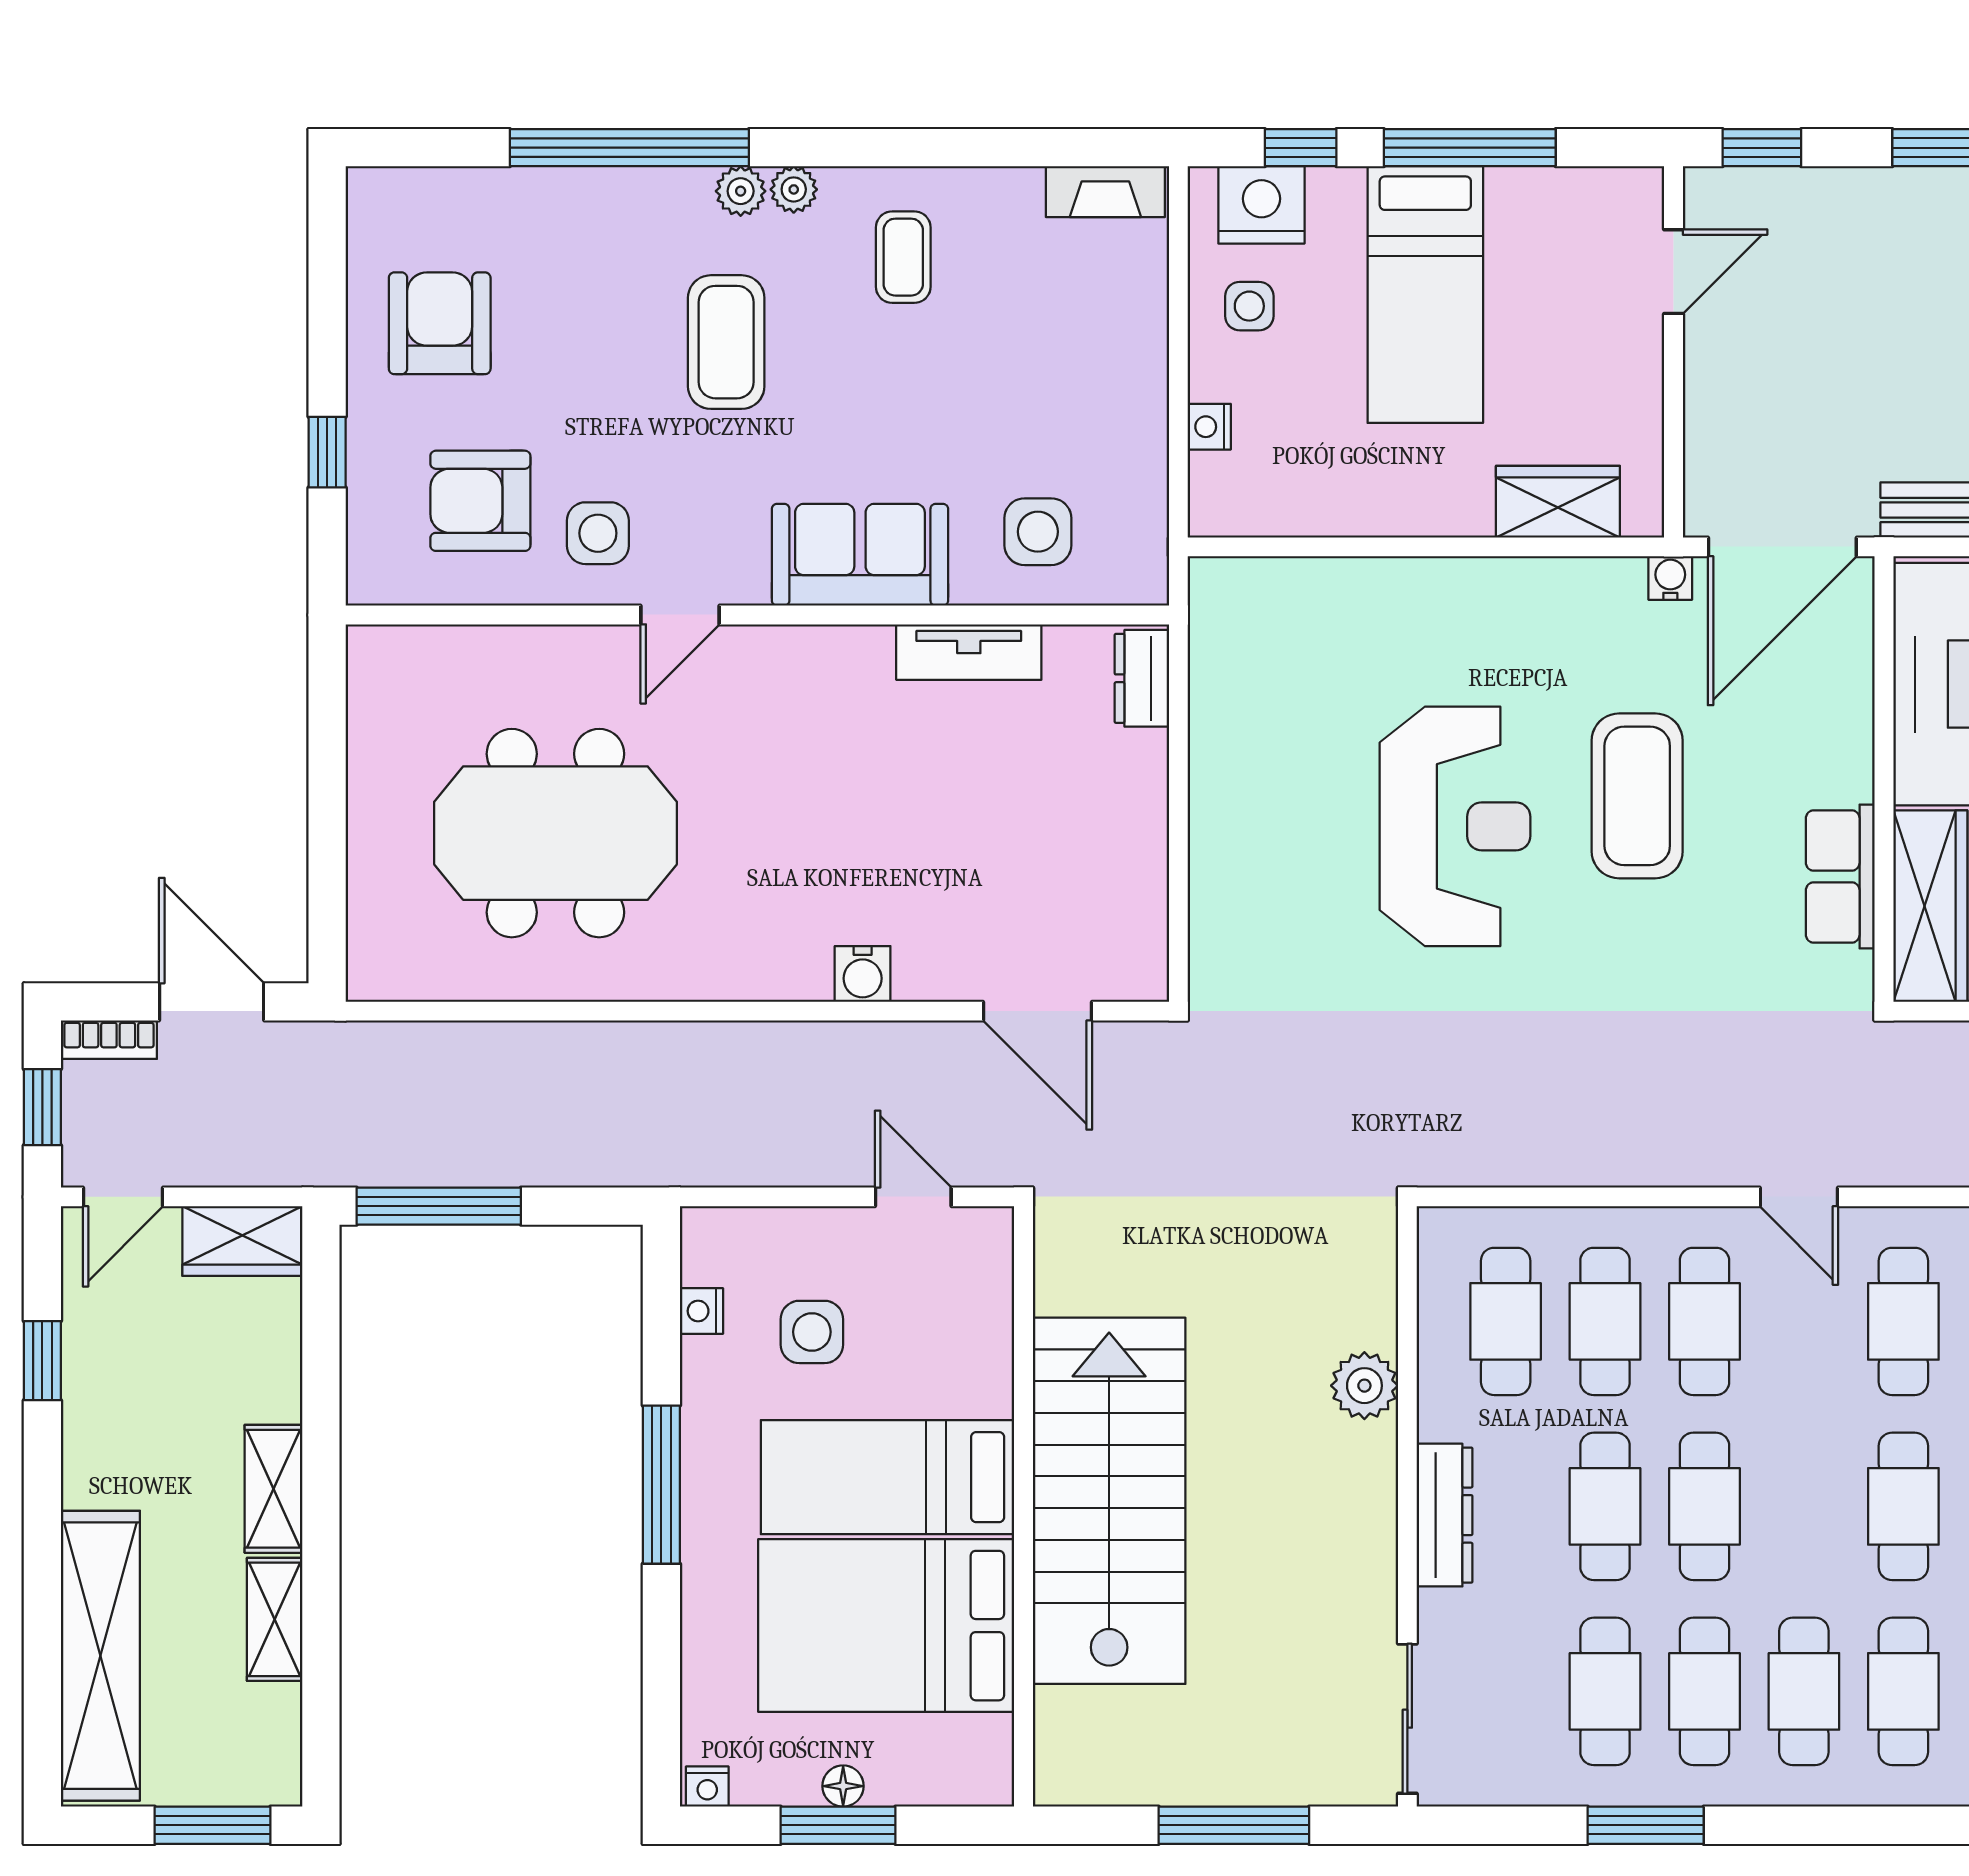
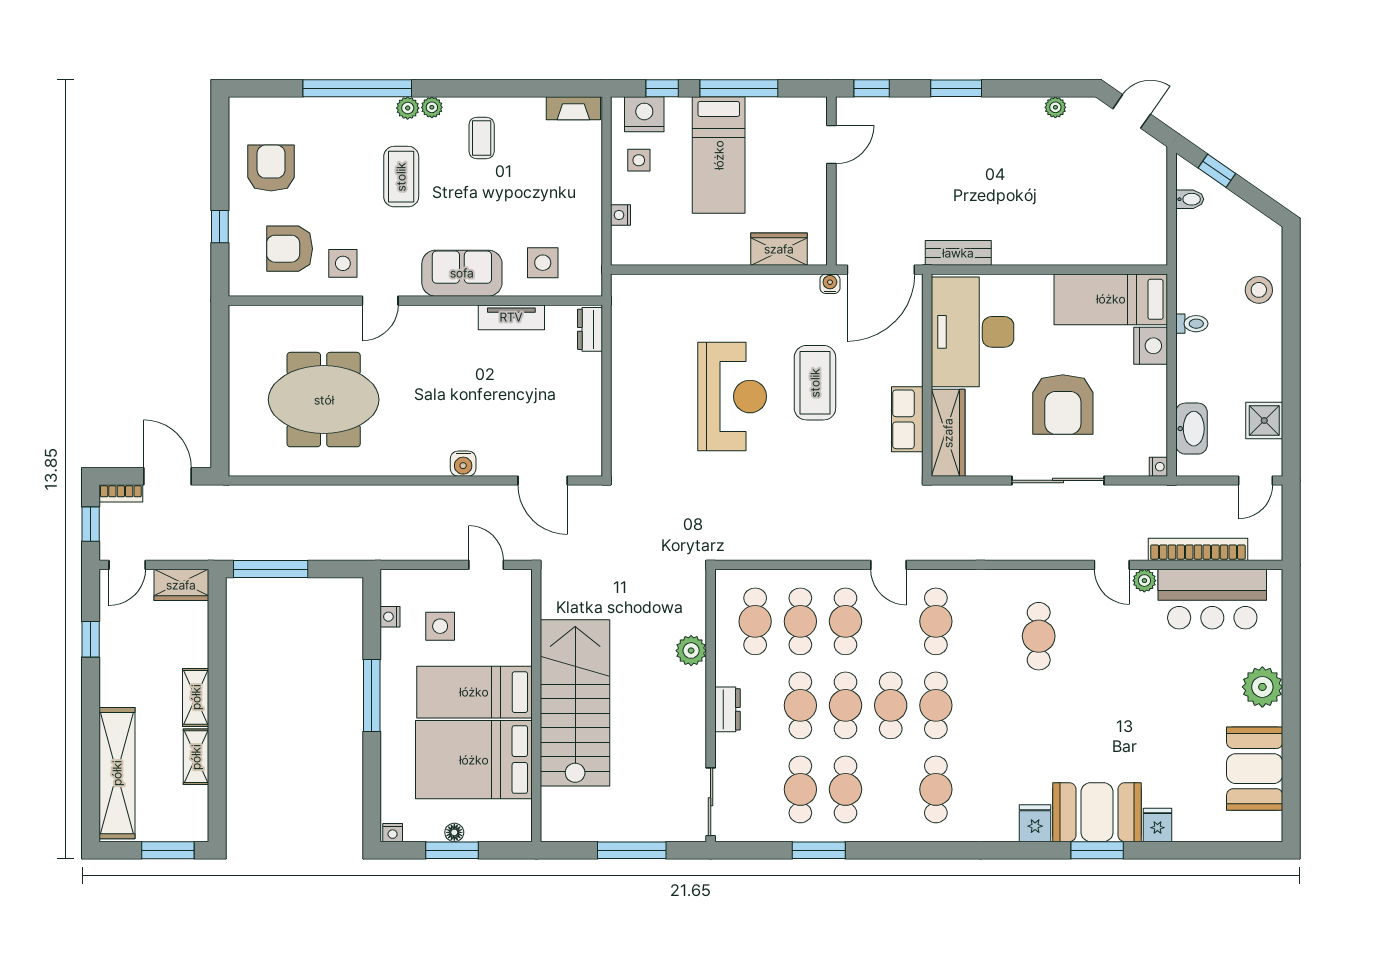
dresser: (1445, 1515) -> (727, 709), width x0.70
cafe table: (1804, 1691) -> (891, 705), moved

